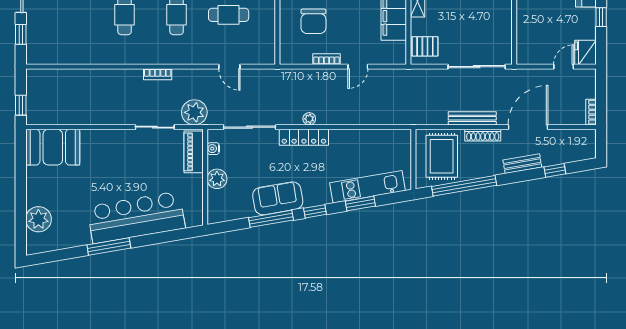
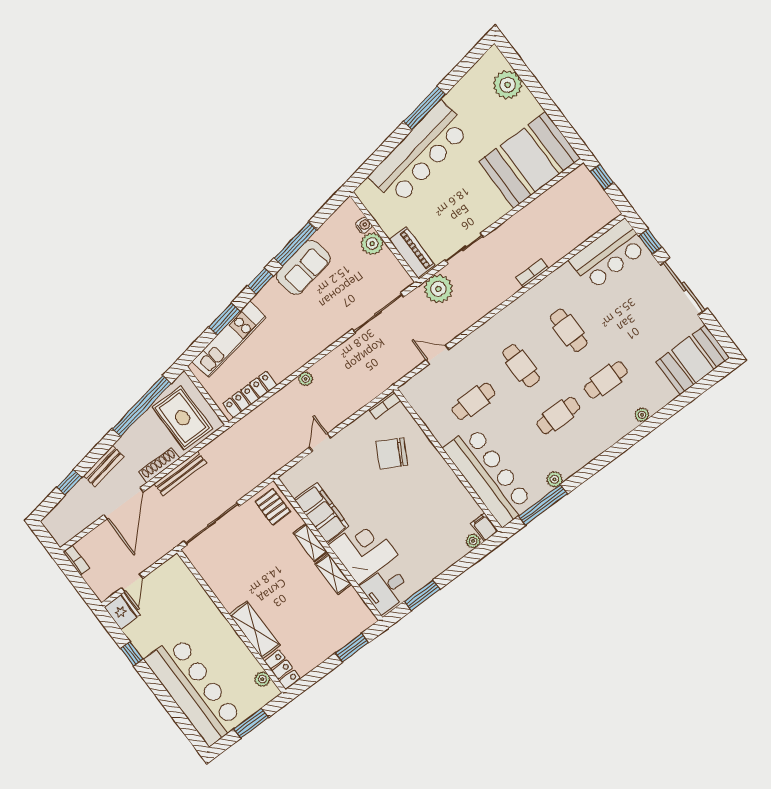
chair: (313, 21) -> (392, 453), turned -61
pallet: (425, 46) -> (273, 507), turned 90
bar counter: (57, 47) -> (608, 254), added
bookcase: (327, 59) -> (385, 405), moved
bookcase: (158, 74) -> (532, 273), moved
plant: (309, 119) -> (306, 379), moved
locker: (304, 137) -> (250, 394), moved
booth: (53, 147) -> (530, 160), width x1.36, depth x1.42
water cooler: (213, 149) -> (364, 225), moved

